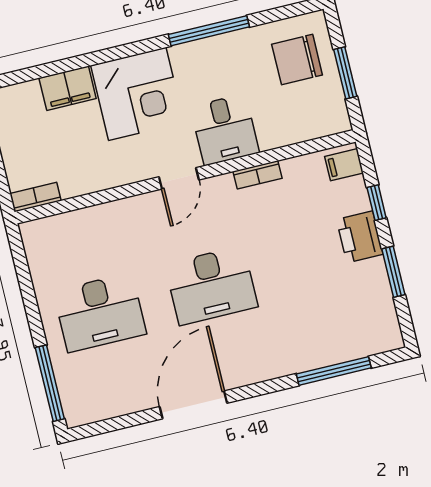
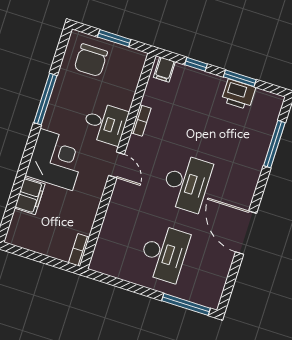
printer: (360, 237) -> (238, 94), moved

